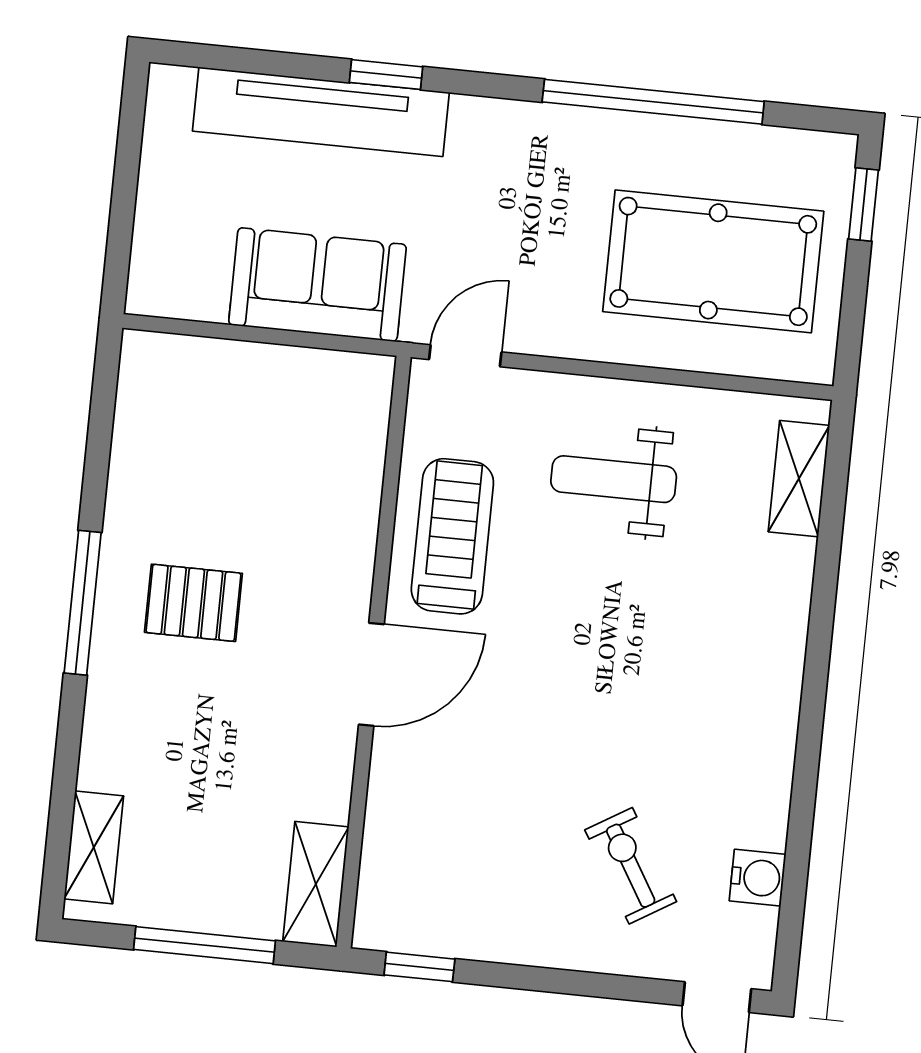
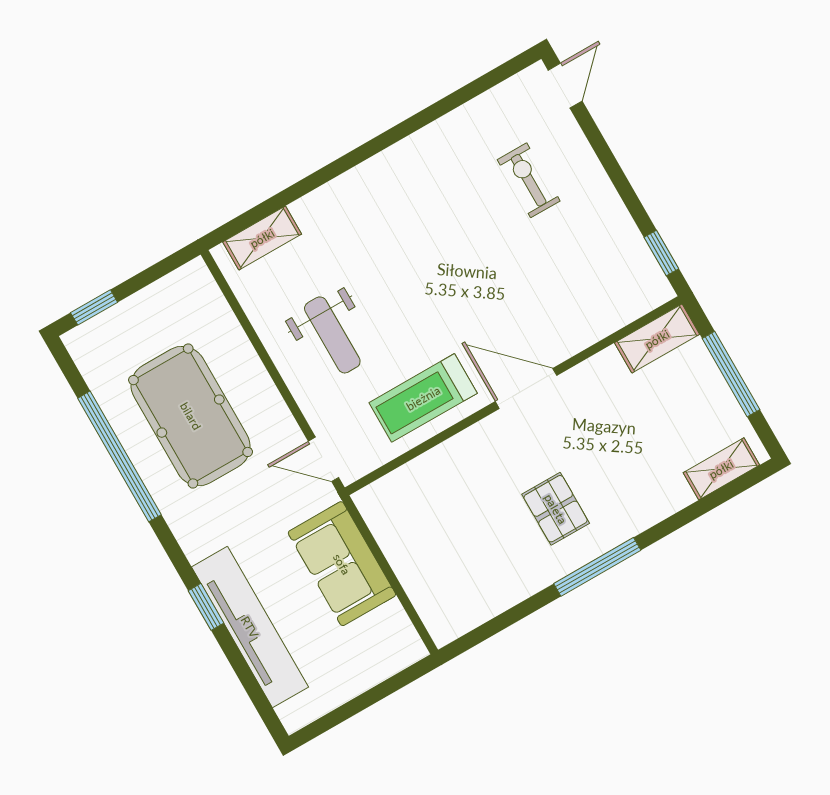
pool table: (713, 261) -> (191, 416), moved
exercise bike: (631, 866) -> (529, 180), turned 121
water cooler: (758, 878) -> (487, 109), removed

